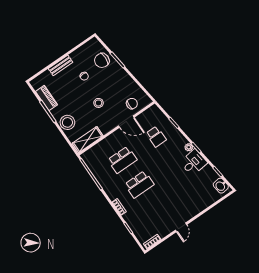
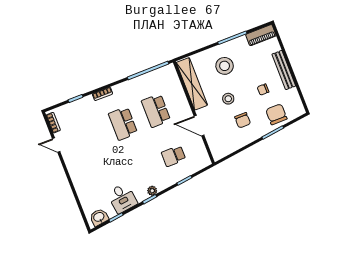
bench: (61, 65) -> (284, 70), width x1.36
piano: (47, 98) -> (261, 35), moved
chair: (132, 104) -> (243, 120), moved
stool: (67, 122) -> (225, 66), moved
door: (126, 122) -> (199, 126), hinge flipped
shelving: (88, 140) -> (192, 84), width x1.47
desk: (194, 163) -> (122, 198), moved
door: (181, 227) -> (56, 145), moved

